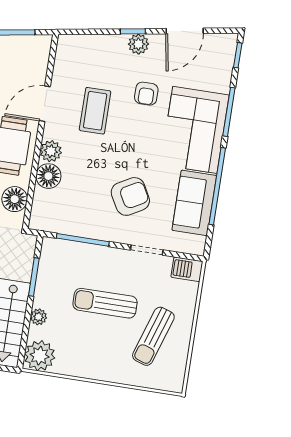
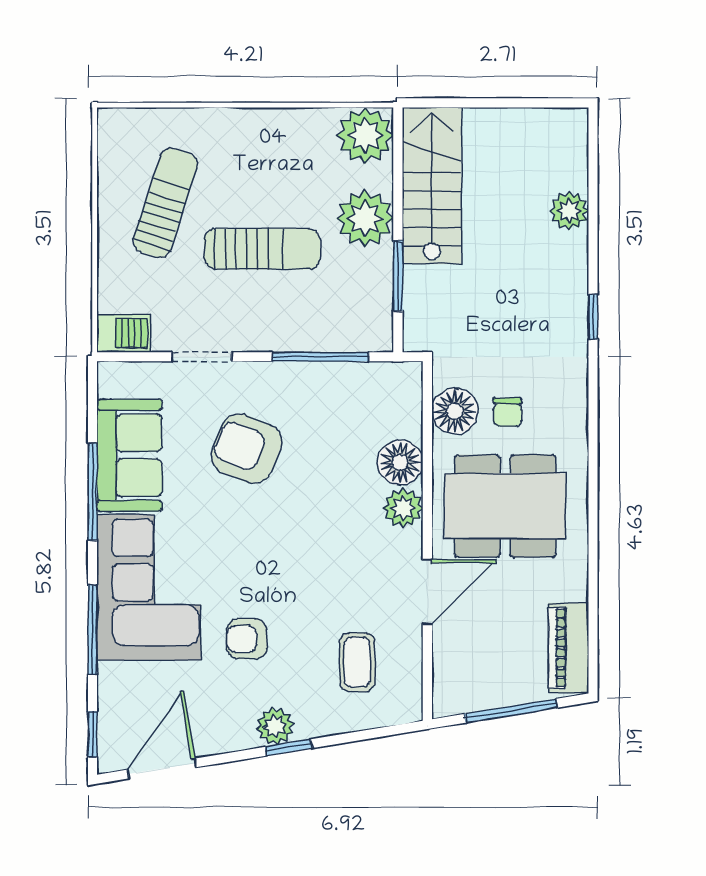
door: (185, 31) -> (162, 768), moved
armchair: (146, 94) -> (247, 639), turned -90
coffee table: (95, 111) -> (357, 662), moved, width x0.73, depth x0.77
window: (217, 186) -> (92, 492), width x0.68
armchair: (130, 196) -> (247, 449), turned 51
plant: (38, 317) -> (365, 219), width x1.87, depth x1.87

